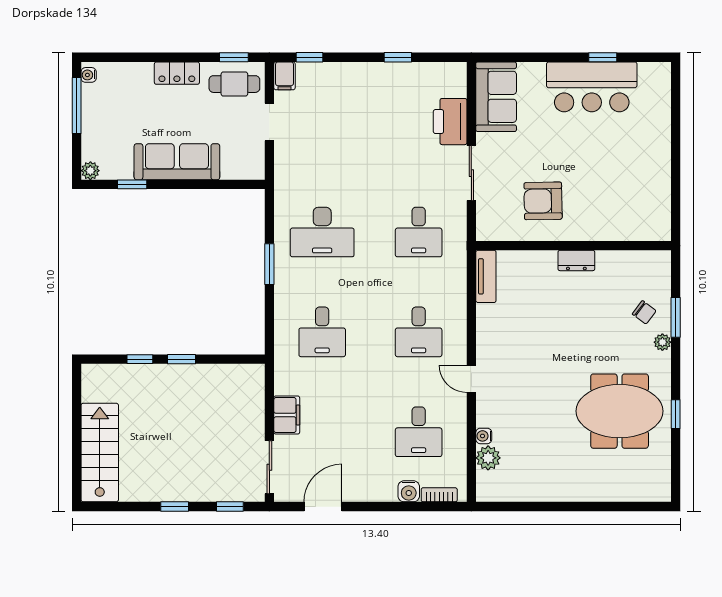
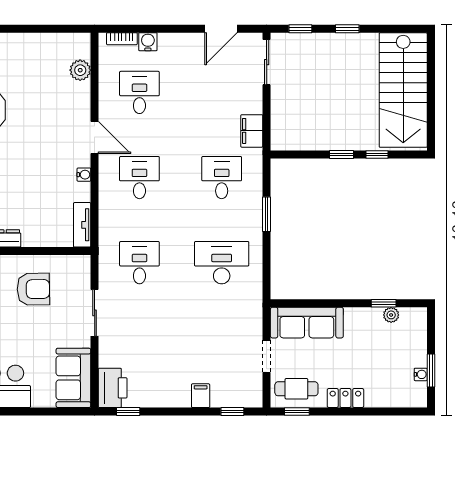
window: (398, 57) -> (128, 412), moved
water cooler: (89, 75) -> (421, 374), moved
filing cabinet: (284, 76) -> (201, 396), moved
window: (77, 106) -> (431, 370), width x0.69
printer: (450, 122) -> (113, 388), moved
sofa: (177, 162) -> (307, 323), moved
plant: (90, 171) -> (391, 315), moved
window: (269, 264) -> (267, 214), moved
door: (471, 379) -> (95, 138), width x1.38
filing cabinet: (287, 415) -> (252, 131), moved
water cooler: (484, 436) -> (84, 175), moved
stairs: (100, 453) -> (403, 90), width x1.36, depth x1.51

